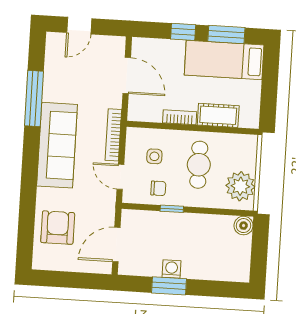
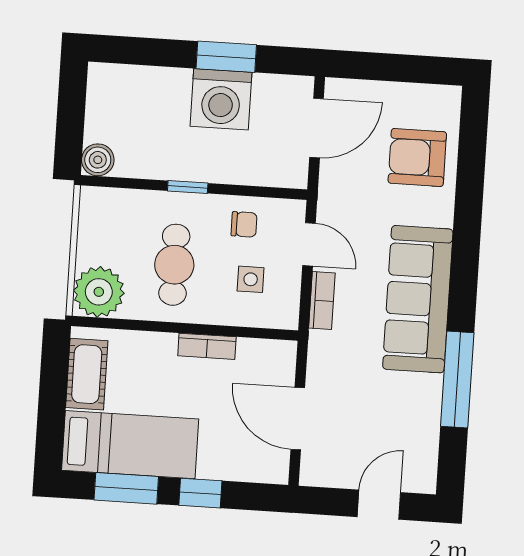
cot: (218, 115) -> (87, 374), moved, turned 90
bookcase: (113, 135) -> (322, 301), width x0.64
plant: (240, 186) -> (99, 292), moved
chair: (158, 188) -> (244, 224), turned 180
window: (172, 209) -> (188, 187), moved
armchair: (58, 228) -> (417, 157), turned 90
washing machine: (172, 269) -> (221, 99), width x1.89, depth x1.89

